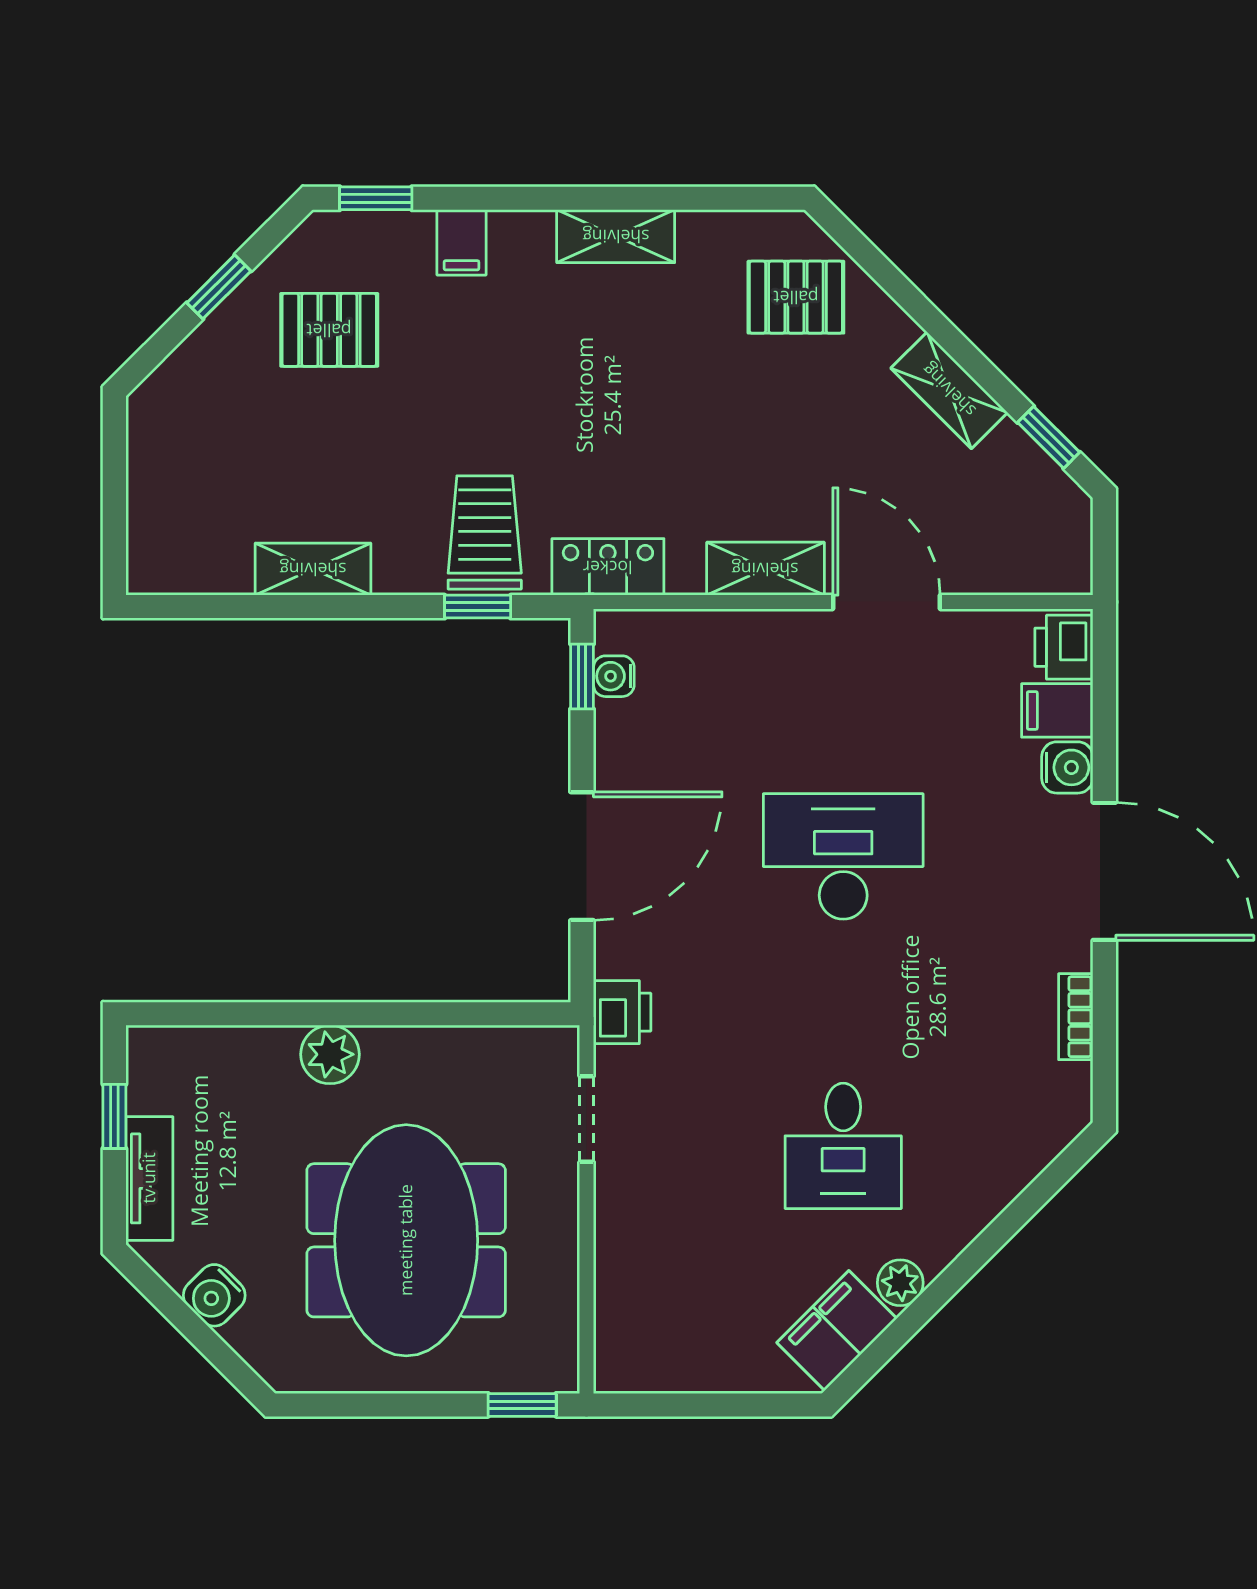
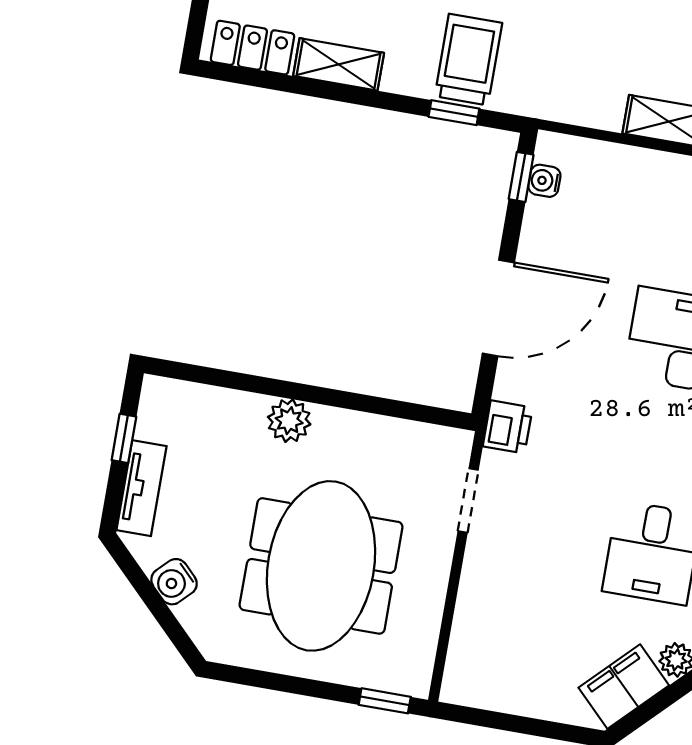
locker: (608, 567) -> (252, 48), moved

